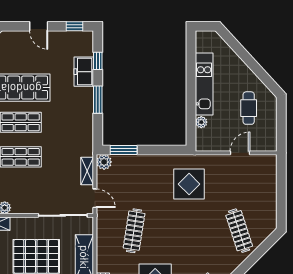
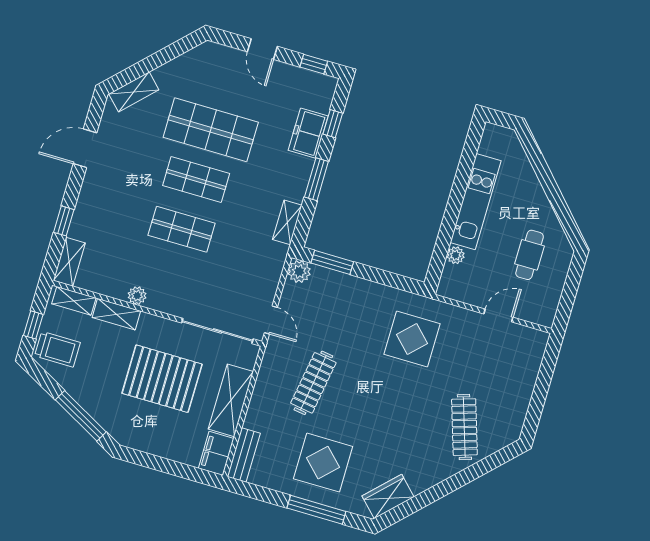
shelving: (87, 171) -> (287, 222), moved

